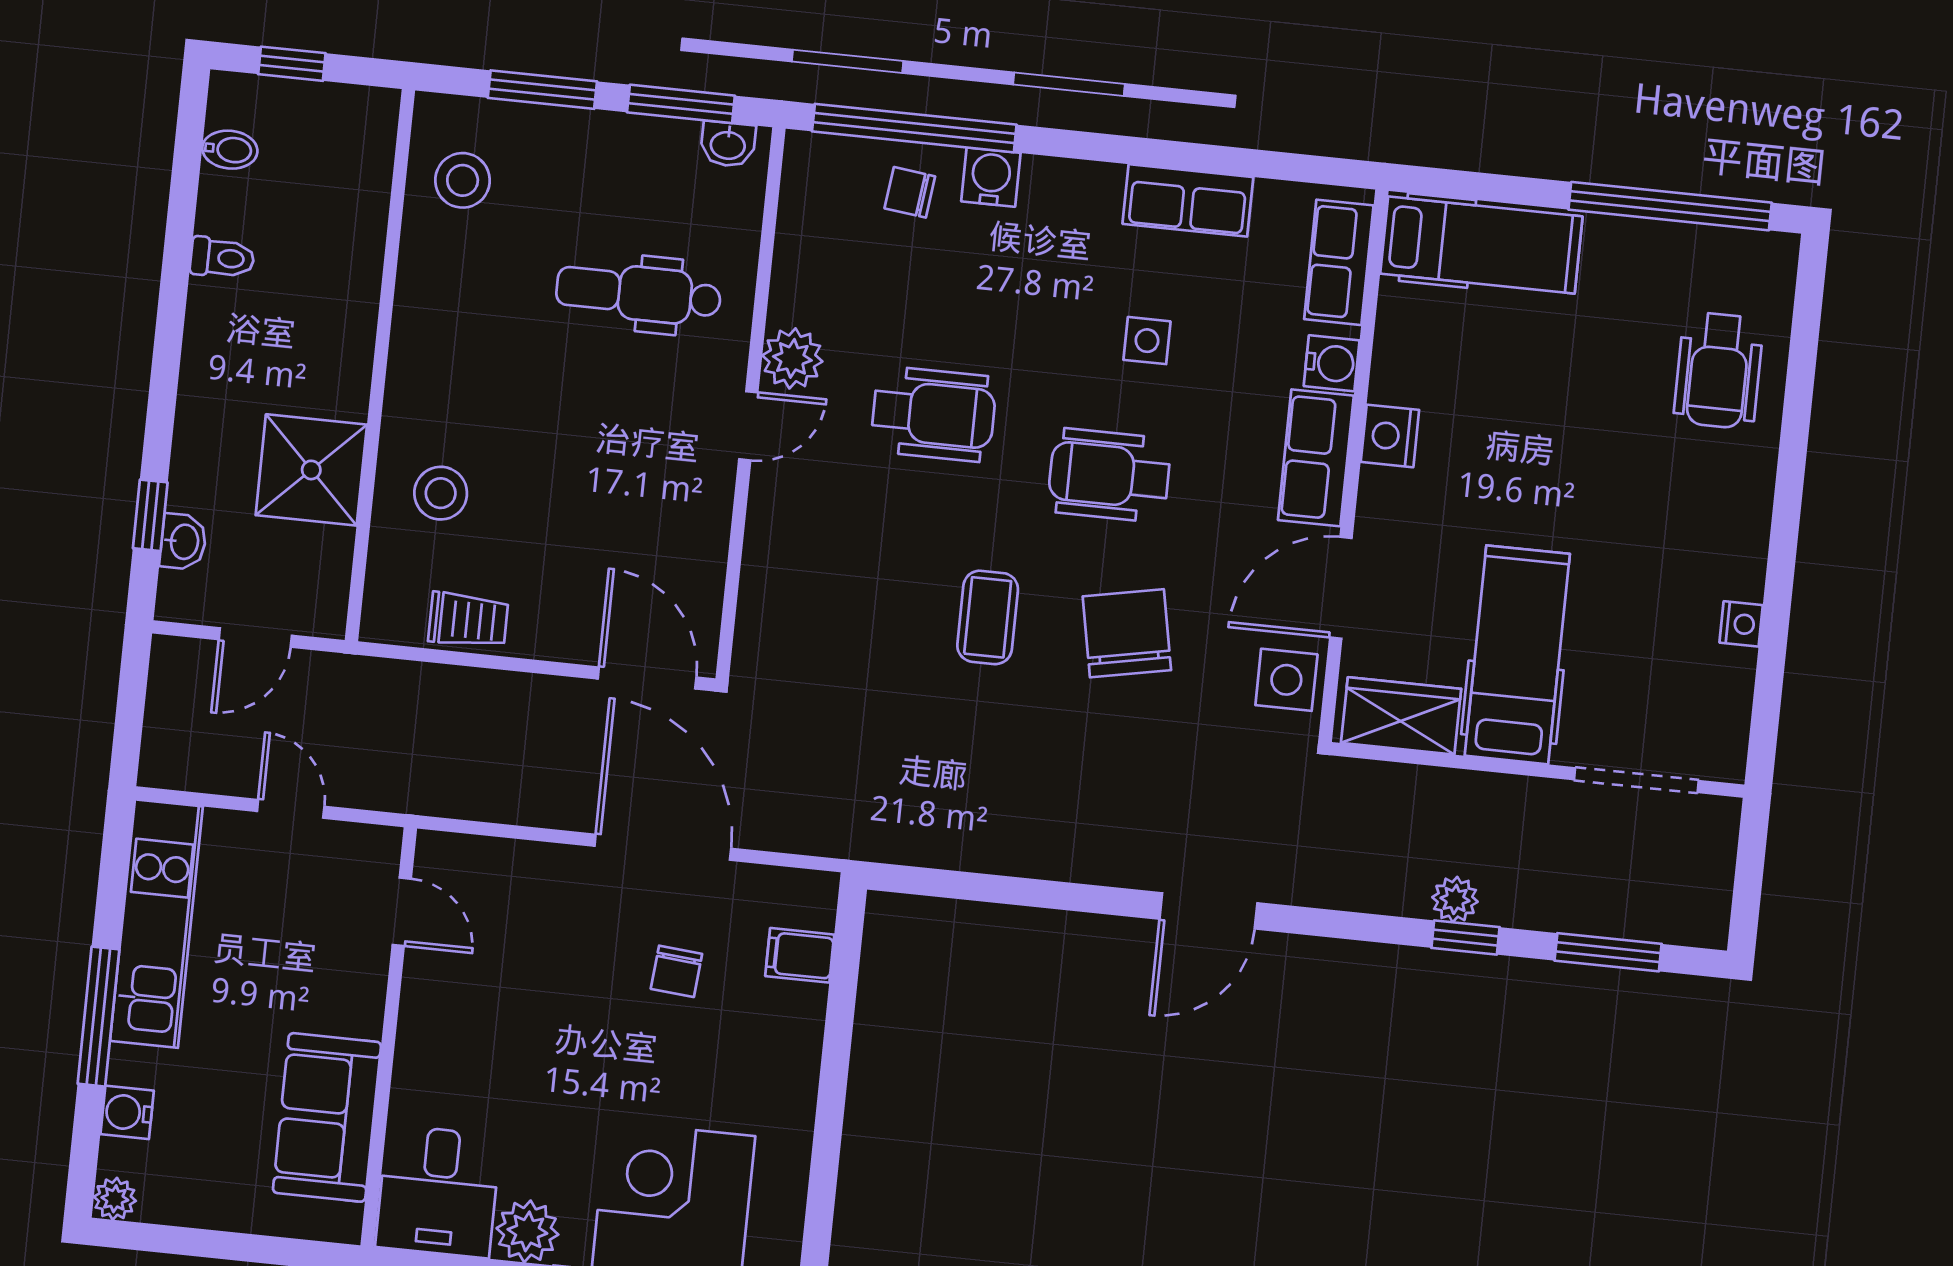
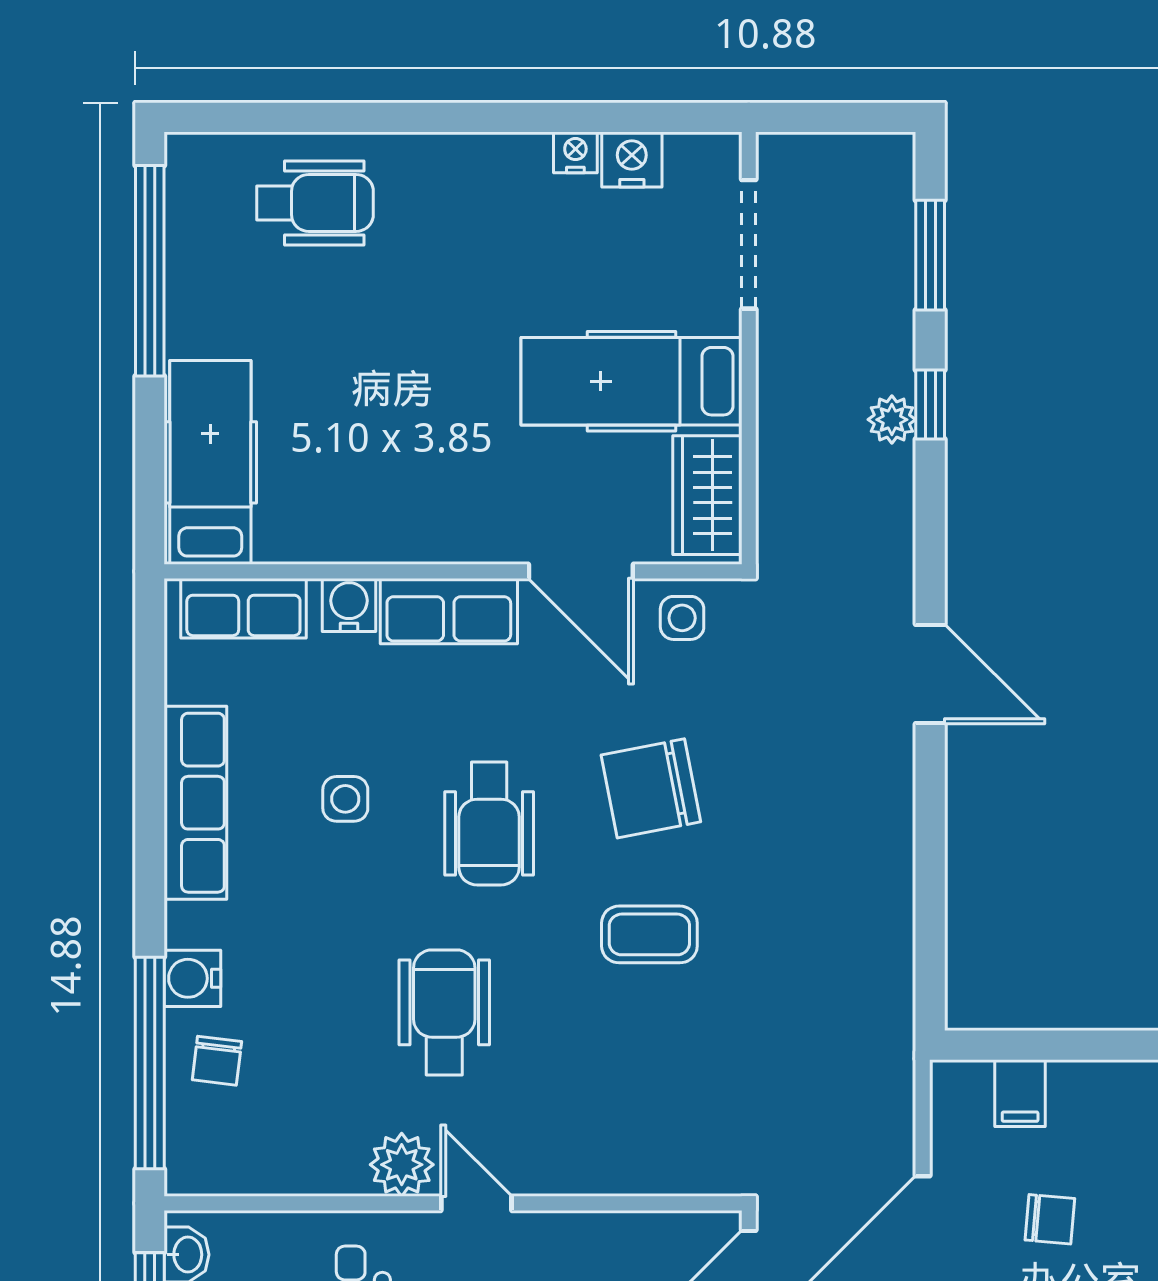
row of seats: (1188, 200) -> (195, 803), width x1.48
nightstand: (1390, 436) -> (632, 159), moved, turned 180
side table: (1286, 680) -> (682, 618), width x0.73, depth x0.73

